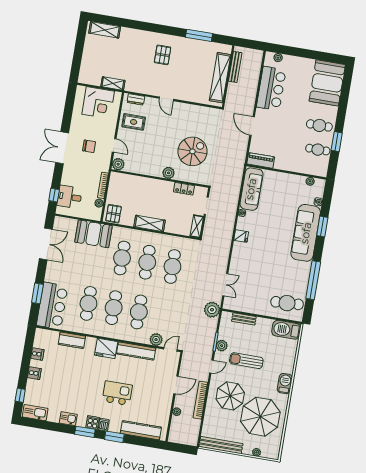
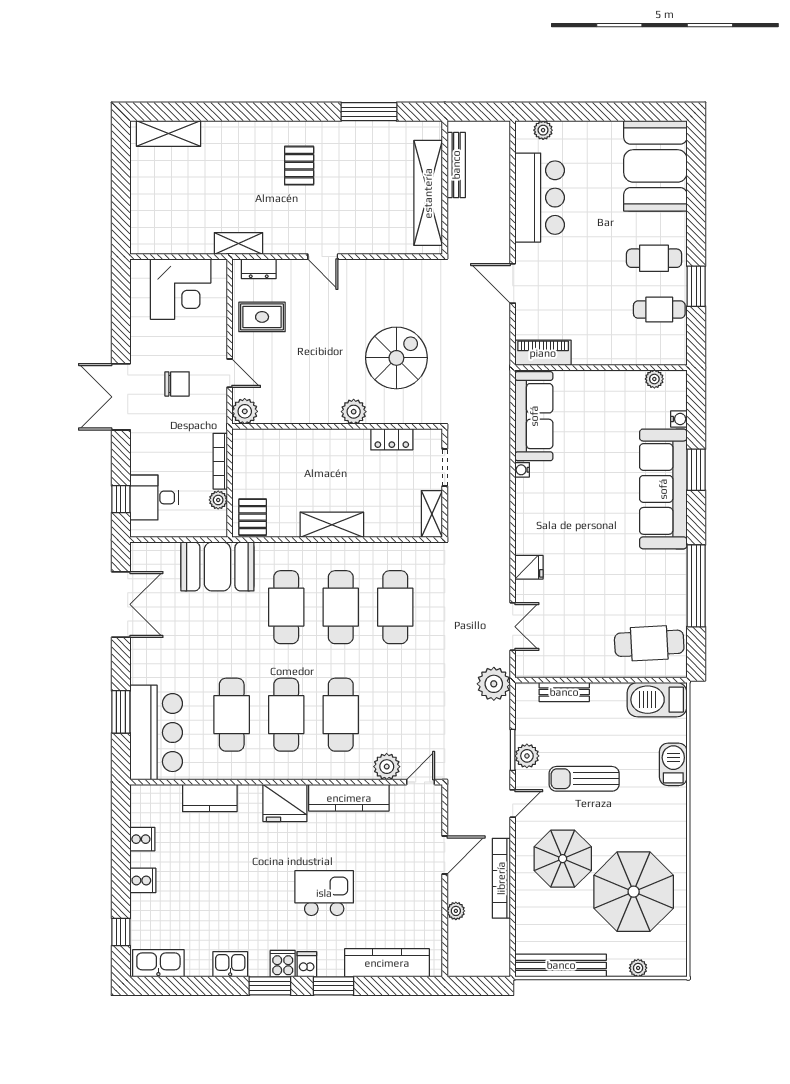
shelving: (113, 83) -> (239, 243), moved
fridge: (241, 236) -> (529, 567), moved
barbecue: (285, 384) -> (673, 764), moved

